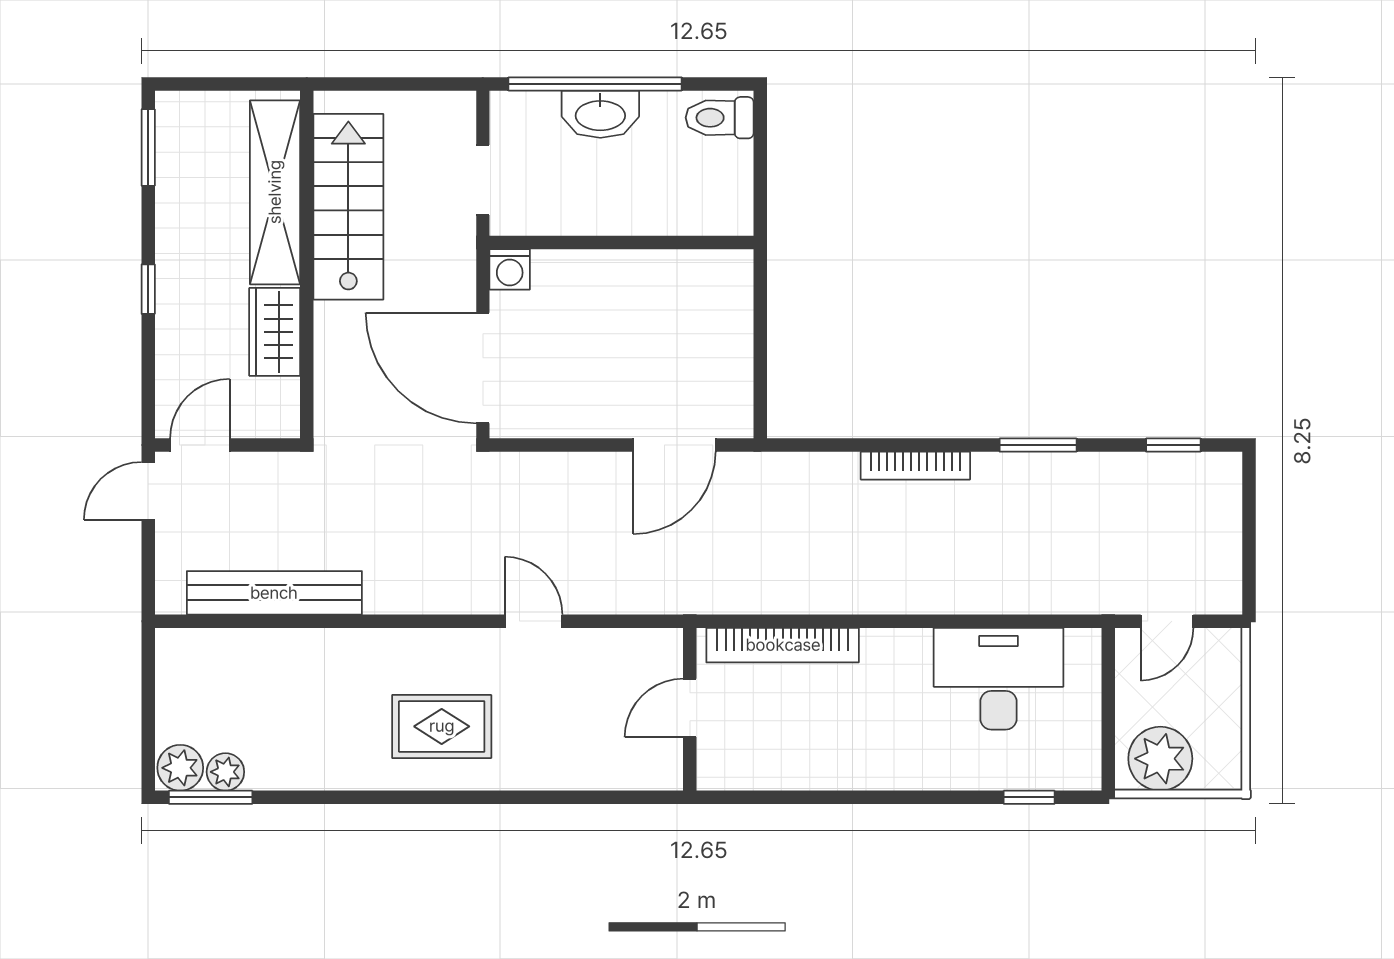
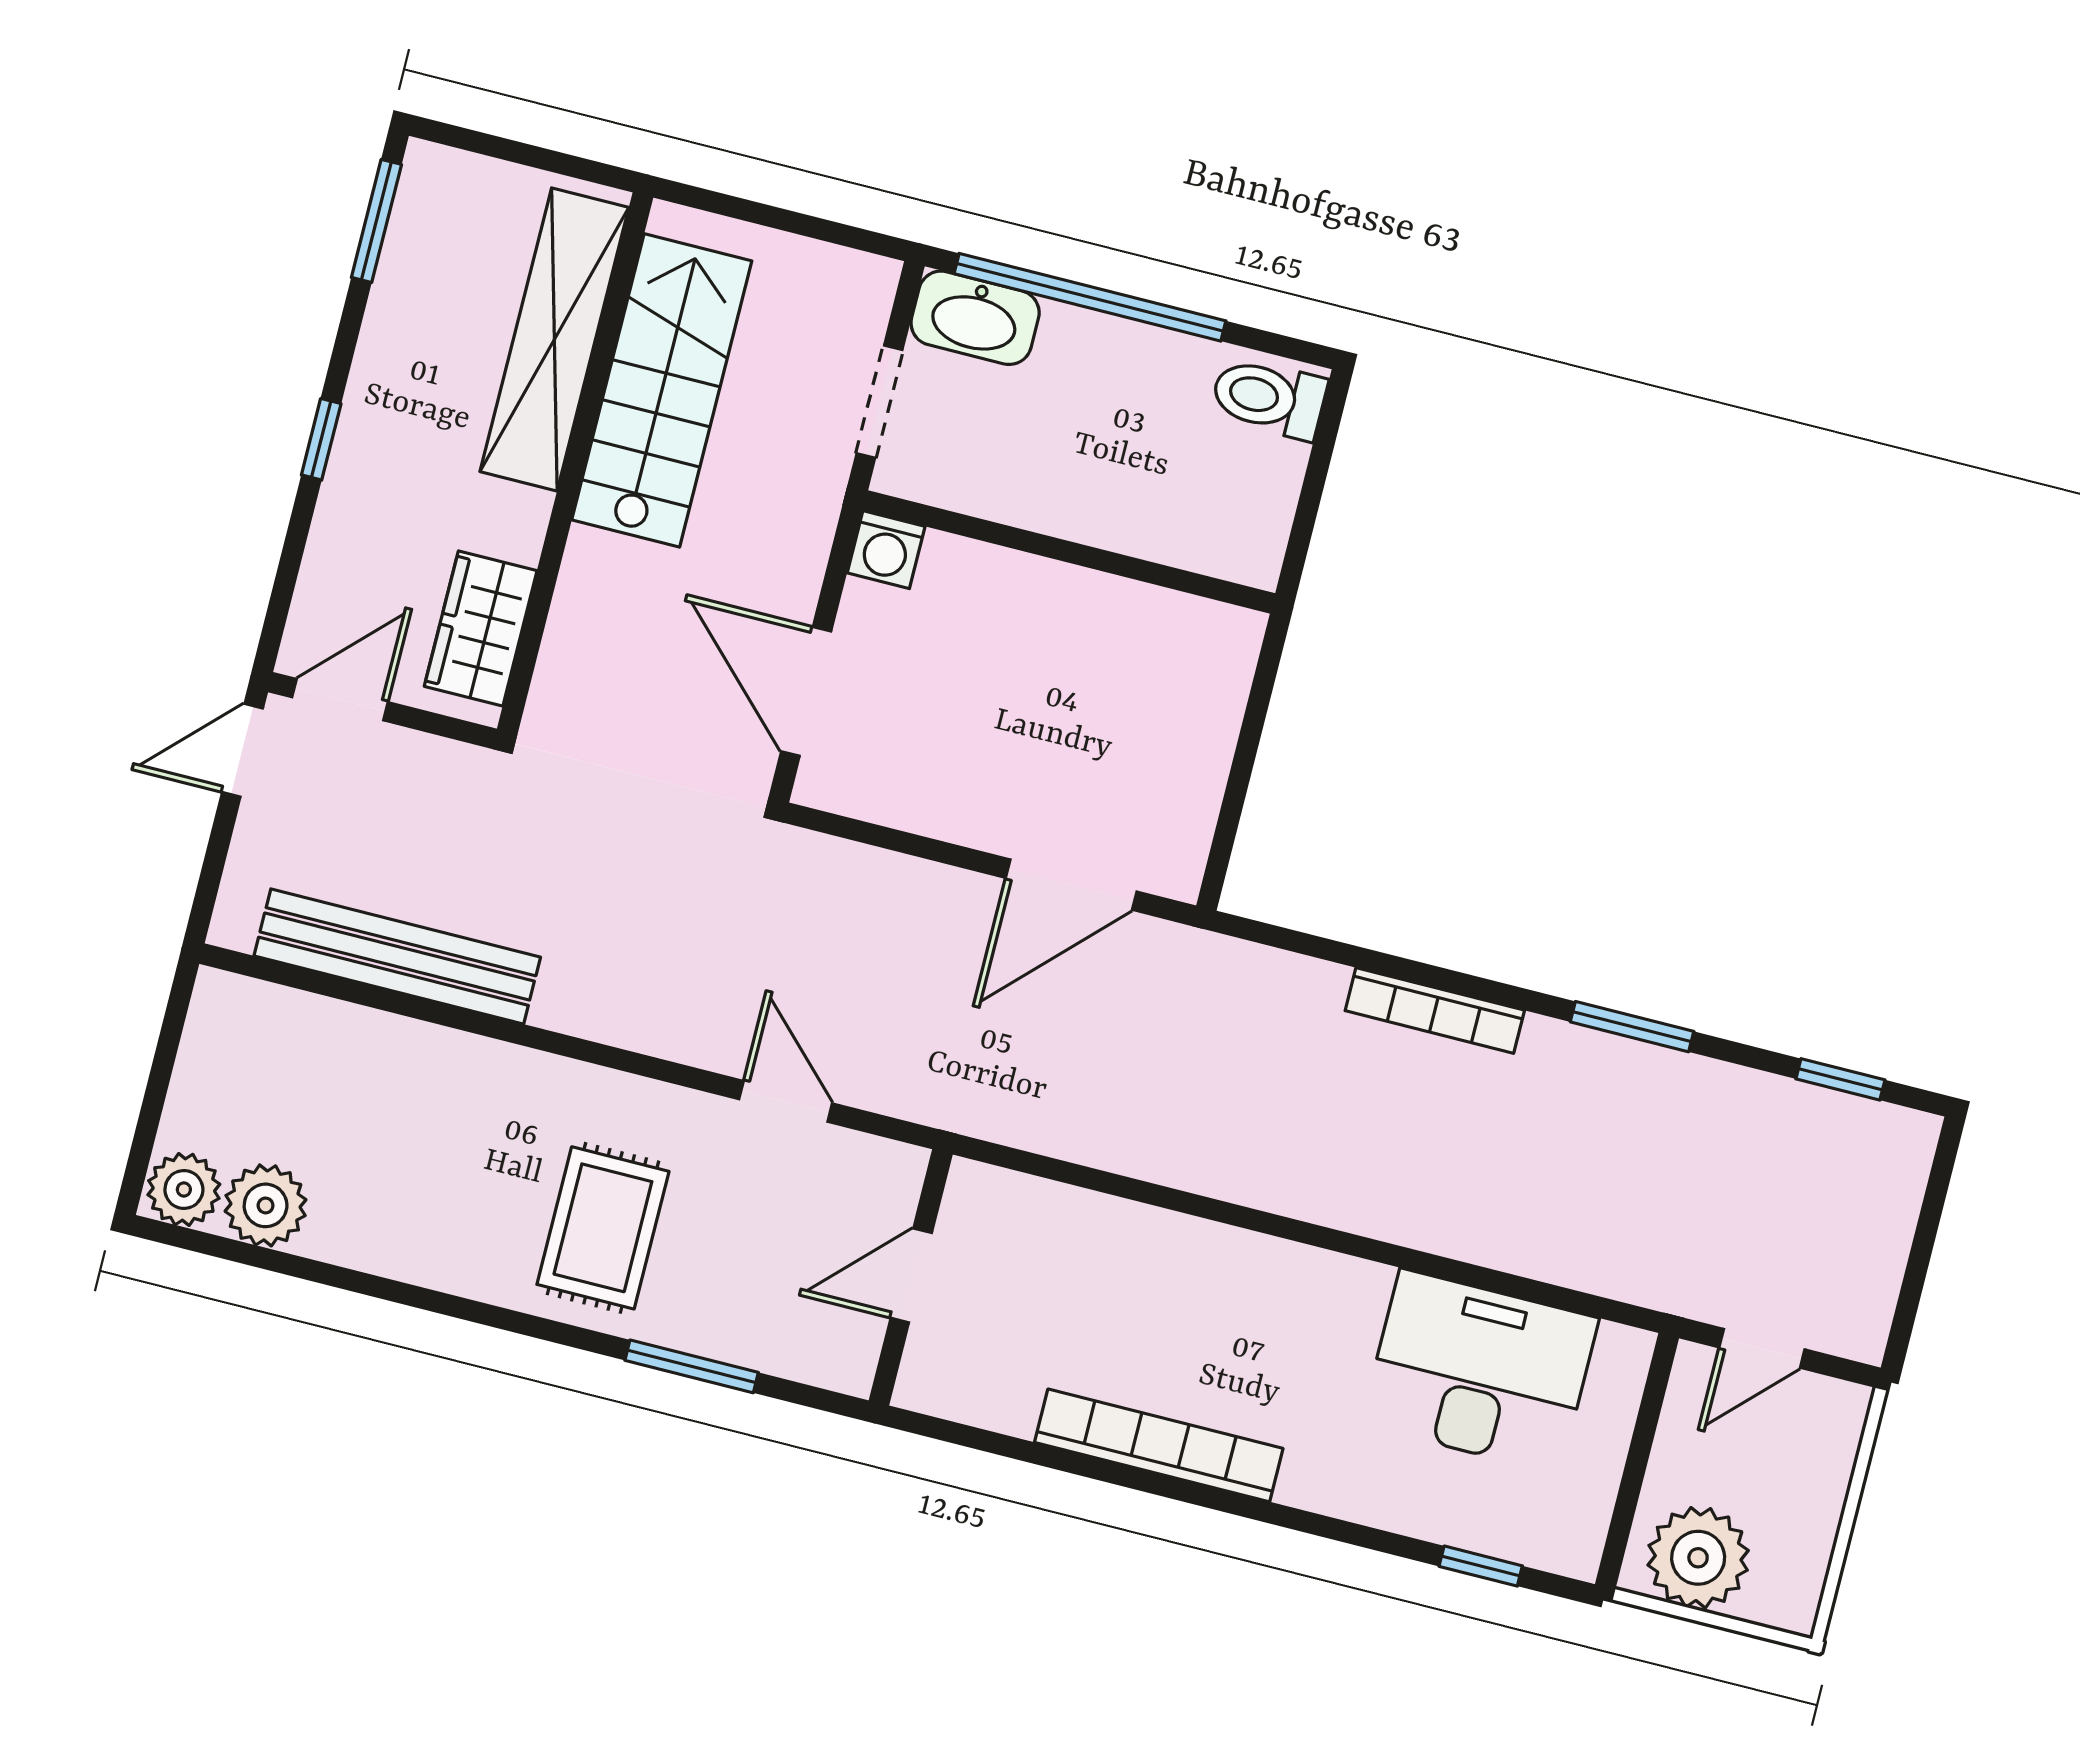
washbasin: (600, 114) -> (975, 318), moved
wardrobe: (275, 332) -> (481, 629), moved
door: (483, 368) -> (806, 691), width x0.73
bookcase: (783, 645) -> (1159, 1445), moved, turned 180
door: (690, 708) -> (911, 1275), moved
wall: (690, 709) -> (911, 1277), moved
rug: (442, 726) -> (603, 1228), turned 90
plant: (225, 772) -> (266, 1205), width x1.38, depth x1.38
window: (211, 797) -> (692, 1366), moved

